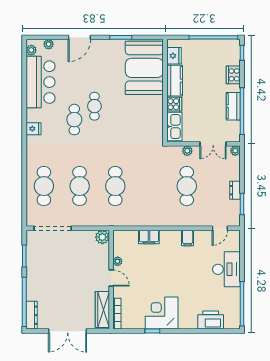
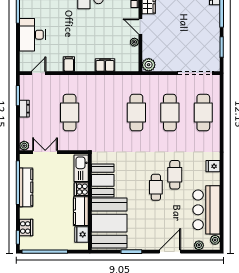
cooker: (233, 75) -> (26, 227), moved
kitchen counter: (233, 106) -> (26, 187), width x1.50
booth: (151, 113) -> (103, 180), added
plant: (187, 151) -> (69, 146), removed

